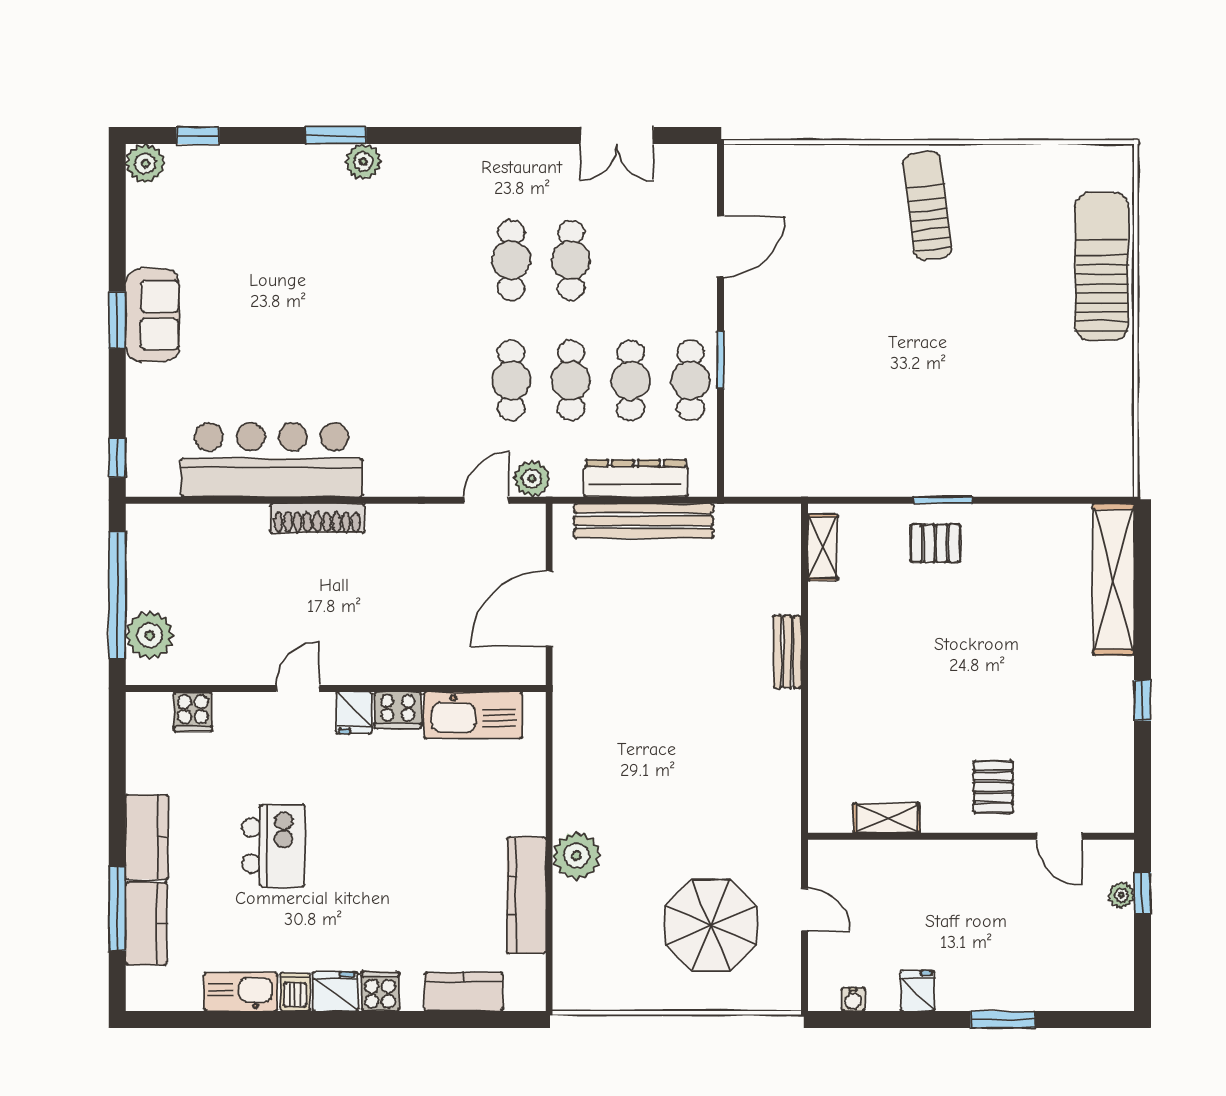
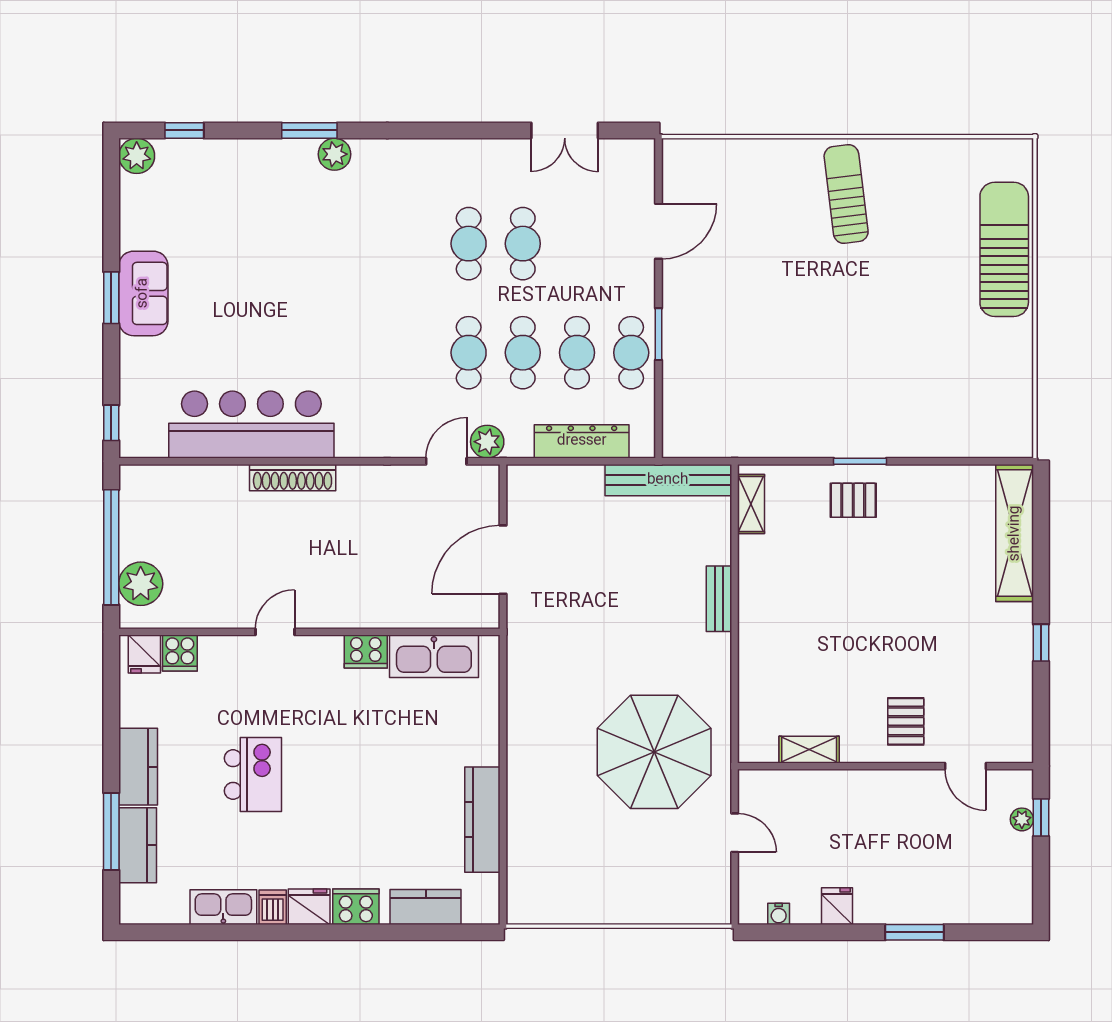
bench: (644, 521) -> (668, 480), moved
fridge: (354, 713) -> (144, 654), moved
plant: (576, 856) -> (528, 784), removed
parasol: (711, 925) -> (654, 752), moved, width x1.36, depth x1.36
cooker: (380, 991) -> (356, 907), width x1.36

